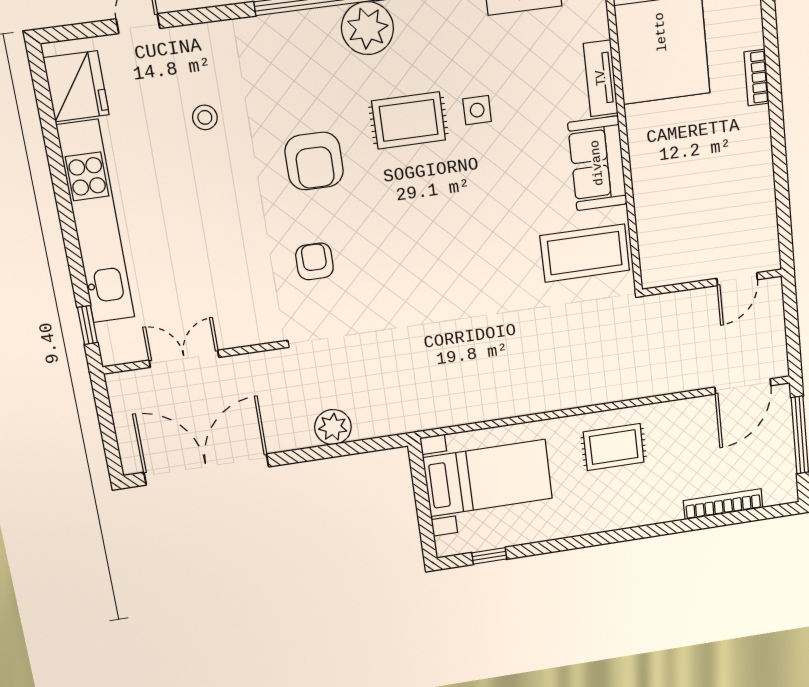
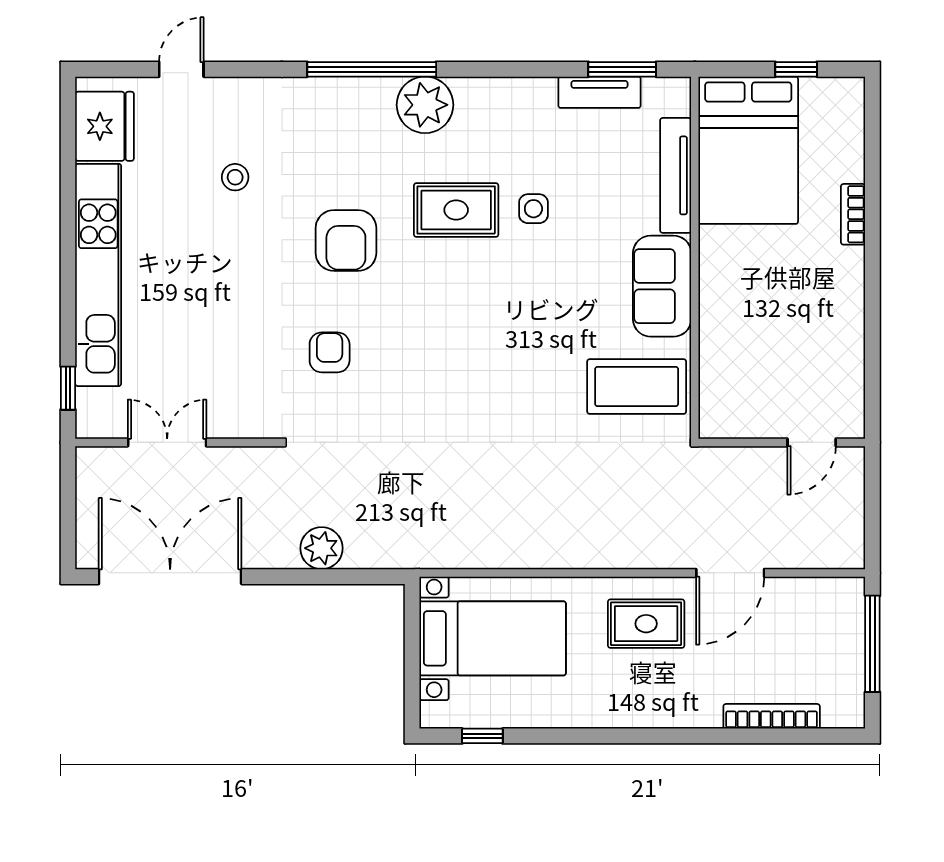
tv unit: (601, 78) -> (676, 175), width x1.41
door: (743, 386) -> (730, 573), moved

